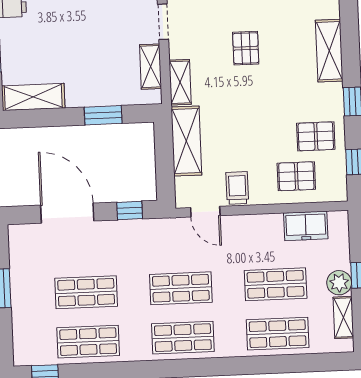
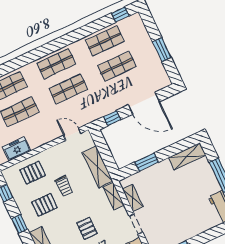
pallet: (316, 136) -> (44, 205), moved
trolley: (237, 188) -> (64, 186), moved

